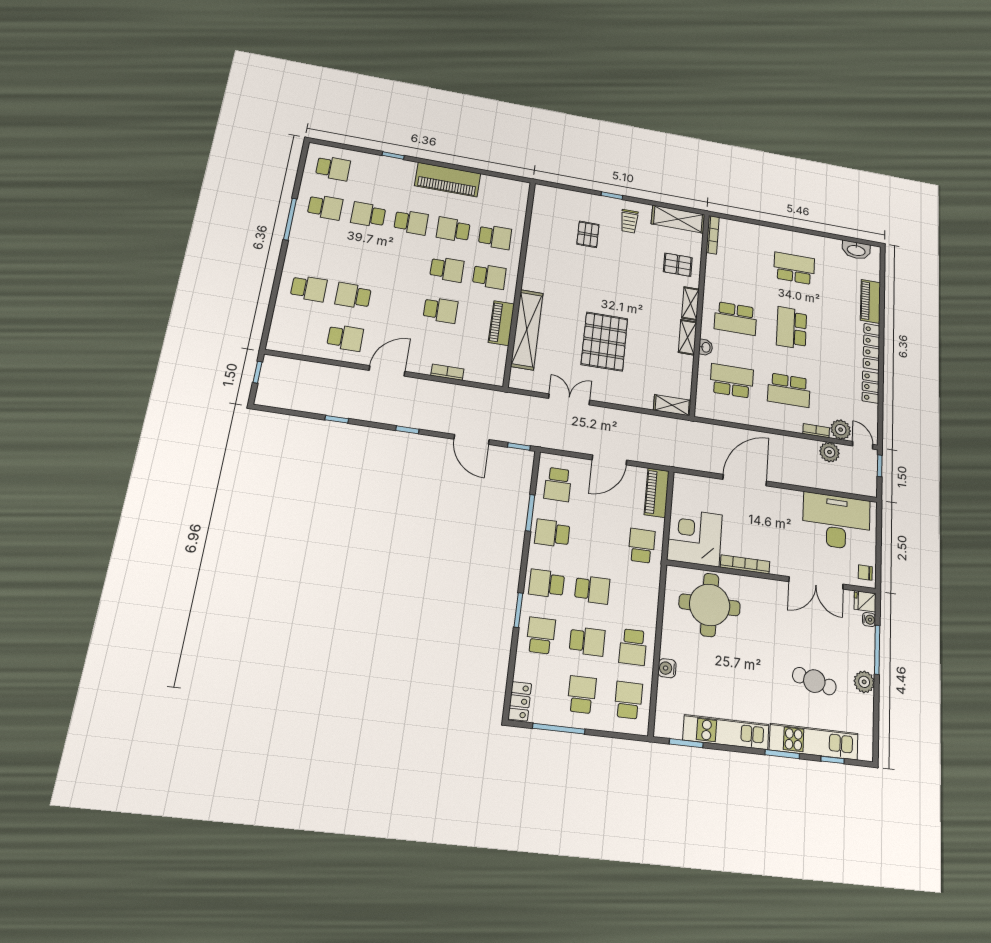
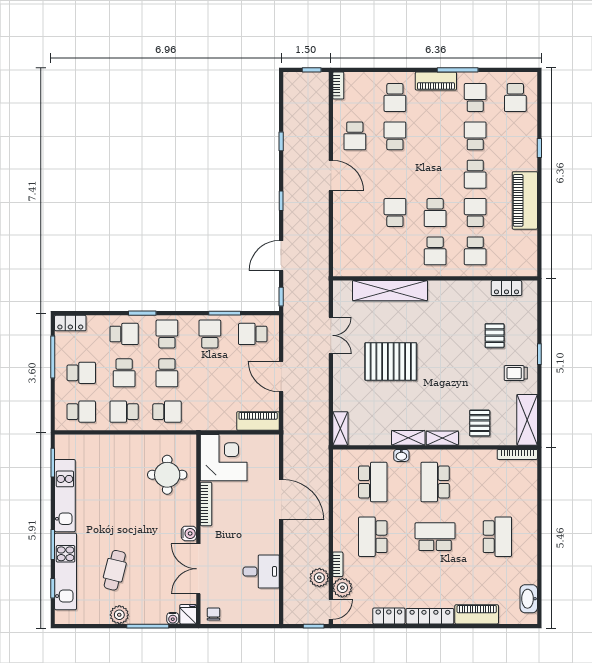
school desk: (325, 207) -> (475, 97), turned 180
locker: (539, 214) -> (507, 288), added
pallet: (588, 234) -> (495, 336), turned 90
school desk: (441, 310) -> (395, 213), turned 180
piano: (501, 323) -> (436, 81), moved, turned 180
bookcase: (447, 372) -> (338, 86), moved
desk: (836, 521) -> (261, 571), width x0.53, depth x0.77
school desk: (642, 546) -> (167, 412), moved
round table: (710, 605) -> (167, 475), width x0.73, depth x0.73
water cooler: (667, 668) -> (189, 533), moved, turned 90

